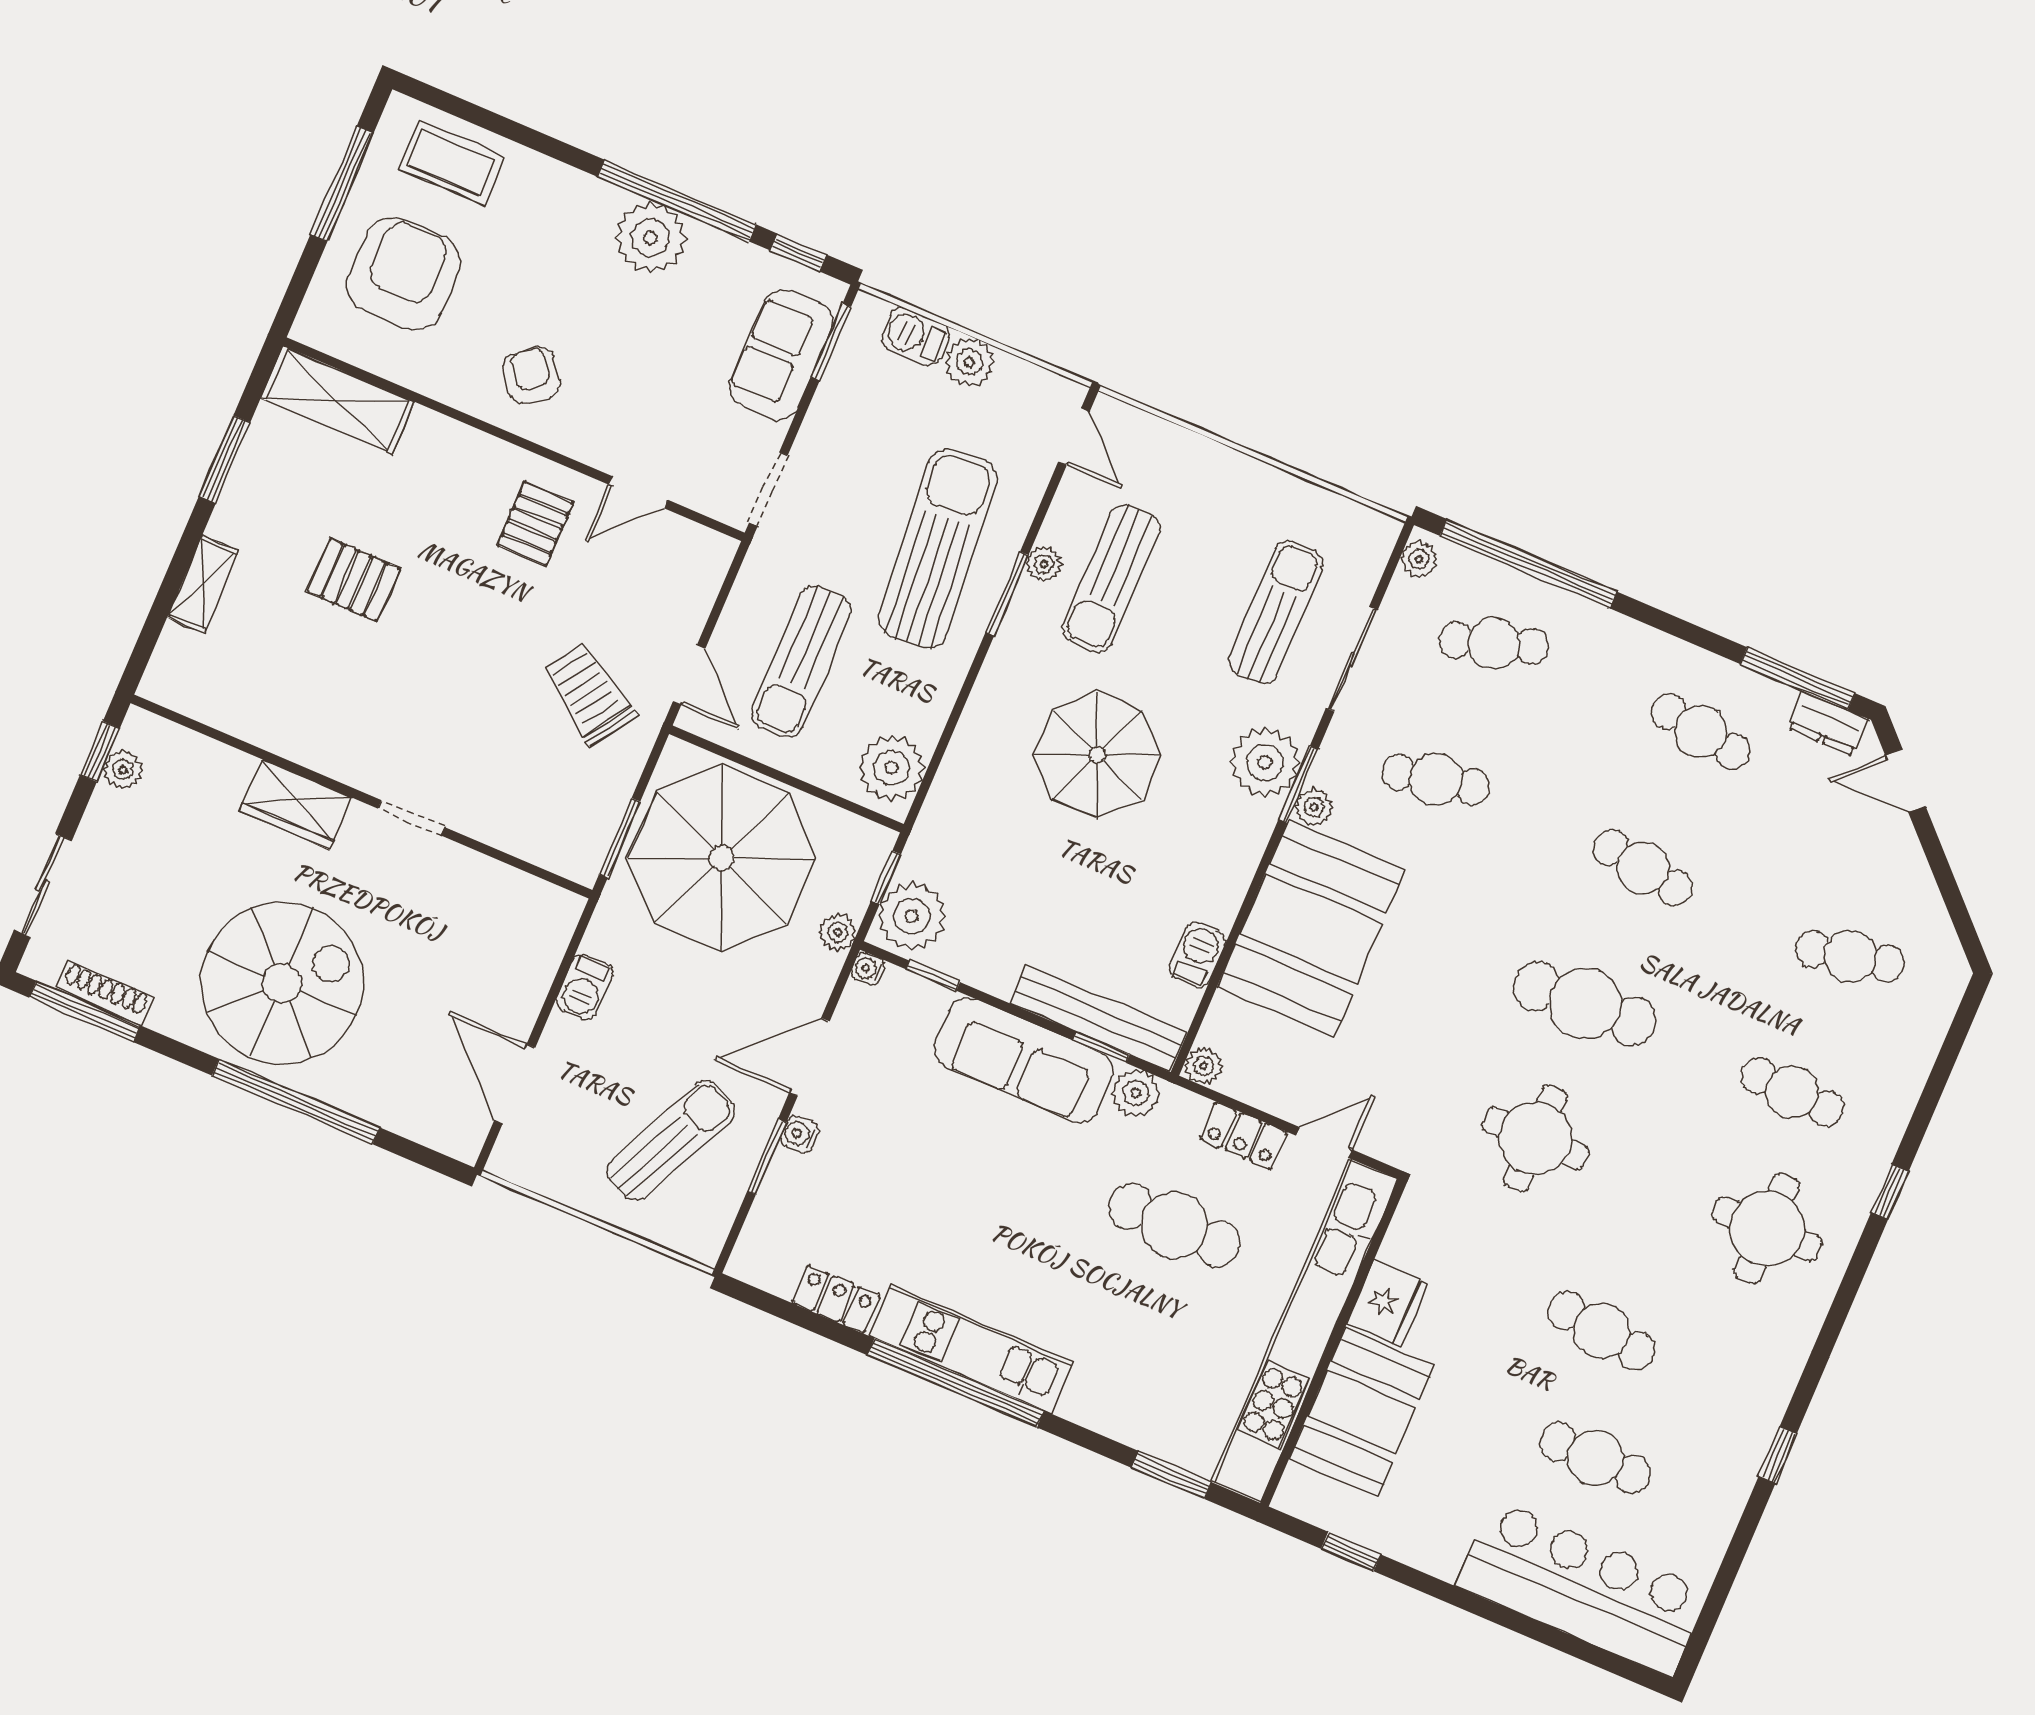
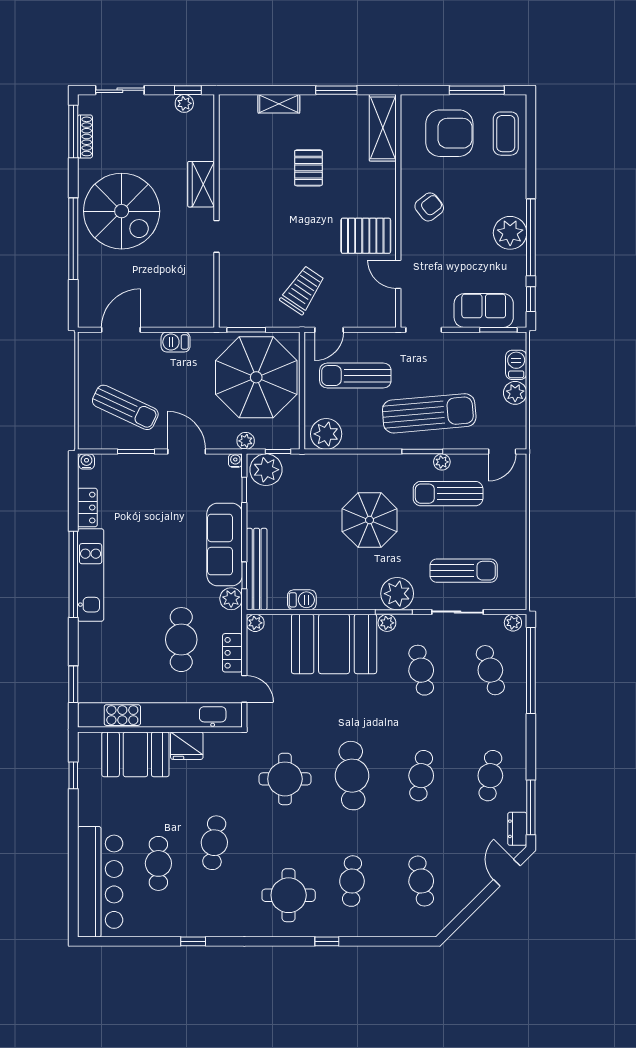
pallet: (535, 524) -> (366, 236), width x1.50, depth x1.42
water cooler: (799, 1134) -> (87, 461), moved

